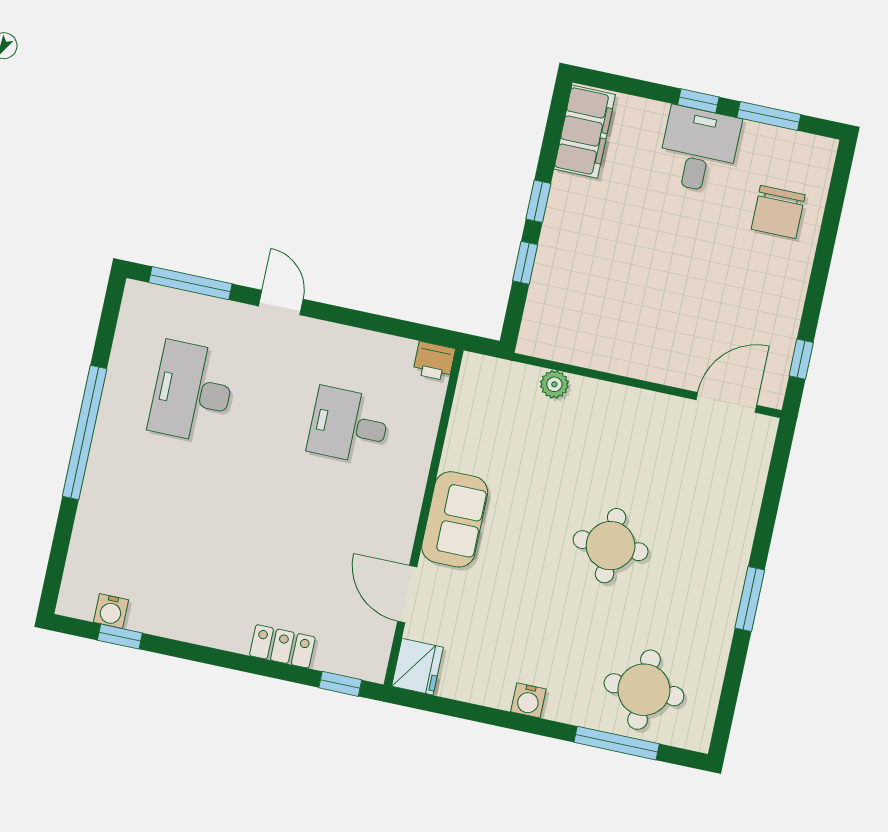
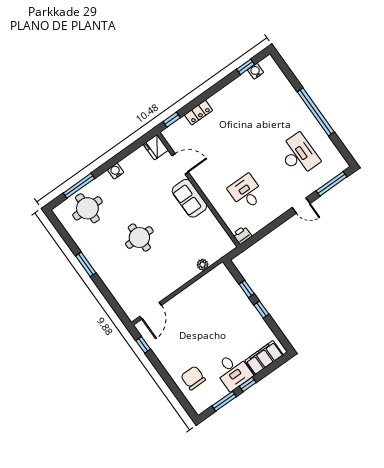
filing cabinet: (585, 132) -> (264, 358), moved, turned 90
desk: (349, 426) -> (246, 192), turned -90

